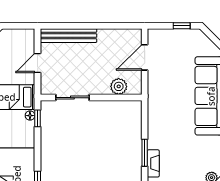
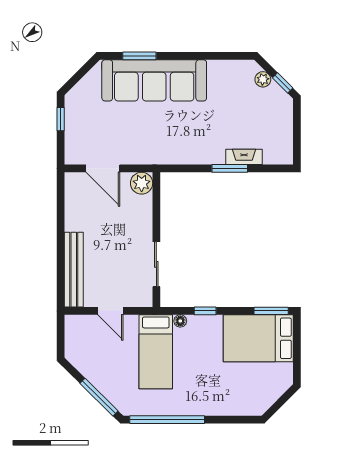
plant: (119, 86) -> (142, 183), moved
window: (38, 118) -> (205, 311), moved

